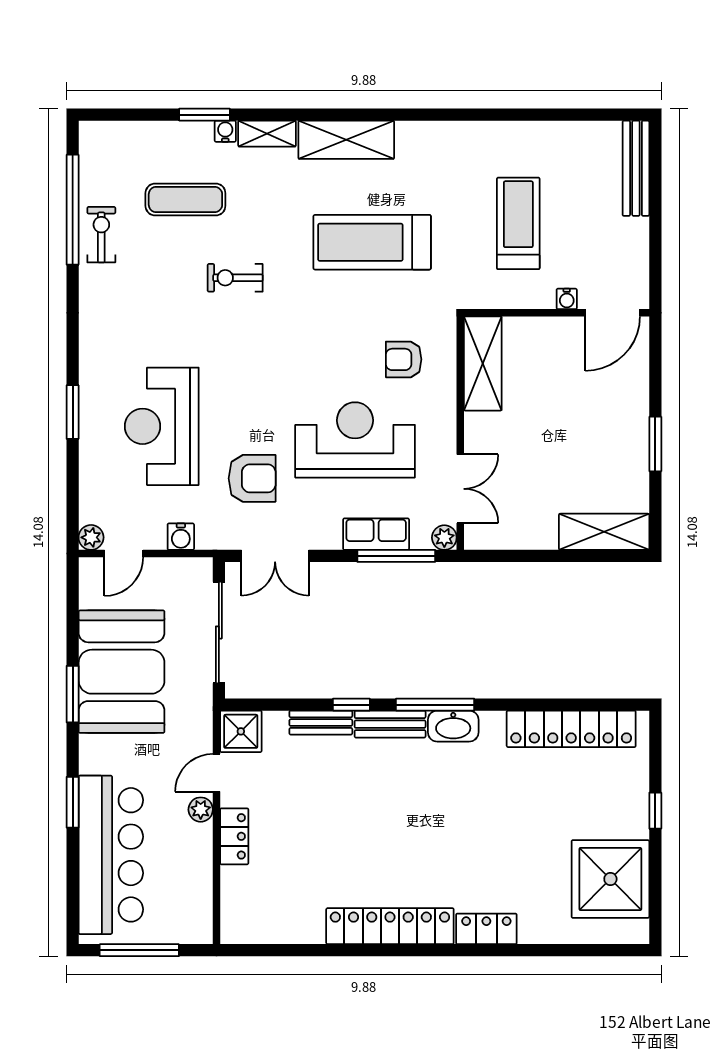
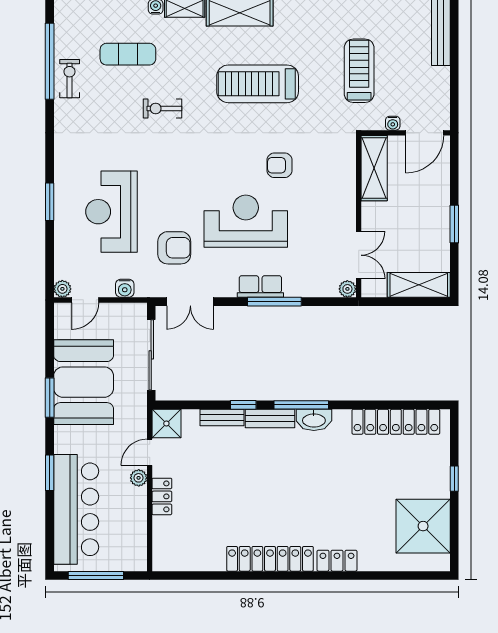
shelving: (483, 363) -> (374, 168), moved
wall: (460, 433) -> (359, 216), moved
double door: (460, 489) -> (359, 255), moved
plant: (444, 538) -> (347, 289), moved

